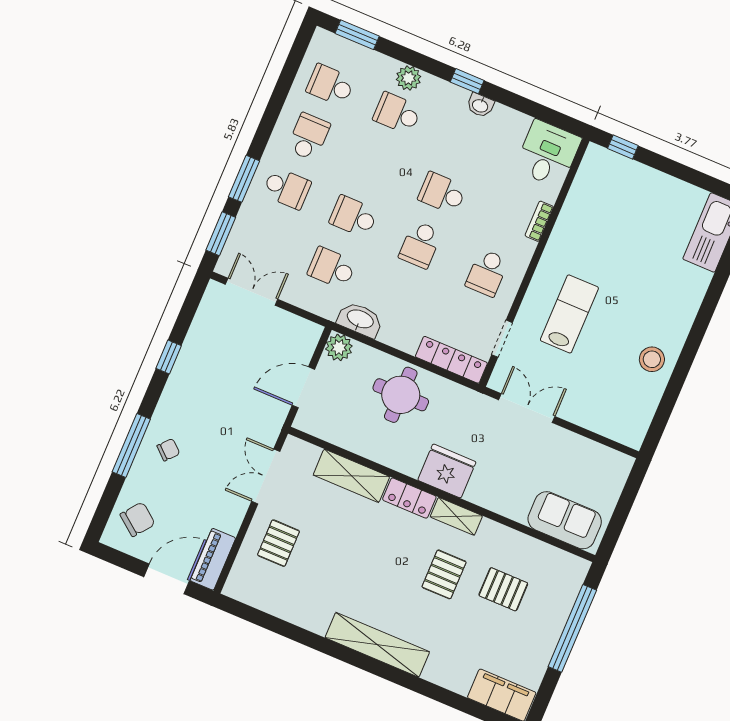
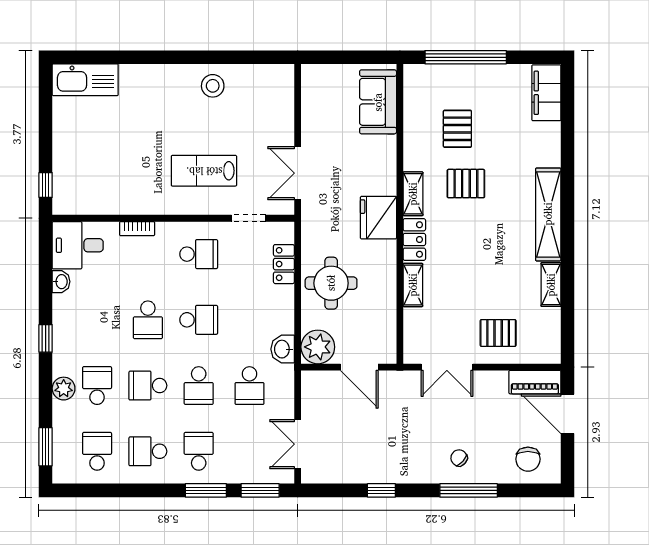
school desk: (330, 85) -> (97, 451), turned 180
washbasin: (480, 105) -> (61, 282), moved
school desk: (397, 113) -> (97, 386), turned 180
school desk: (375, 165) -> (148, 386), added
washbasin: (360, 320) -> (283, 349), width x0.72
plant: (339, 347) -> (318, 347), width x1.36, depth x1.36
locker: (451, 360) -> (284, 264), width x0.66
shelving: (351, 476) -> (413, 285), width x0.67, depth x0.75
chair: (138, 519) -> (528, 459), turned -128
shelving: (305, 618) -> (551, 285), added

